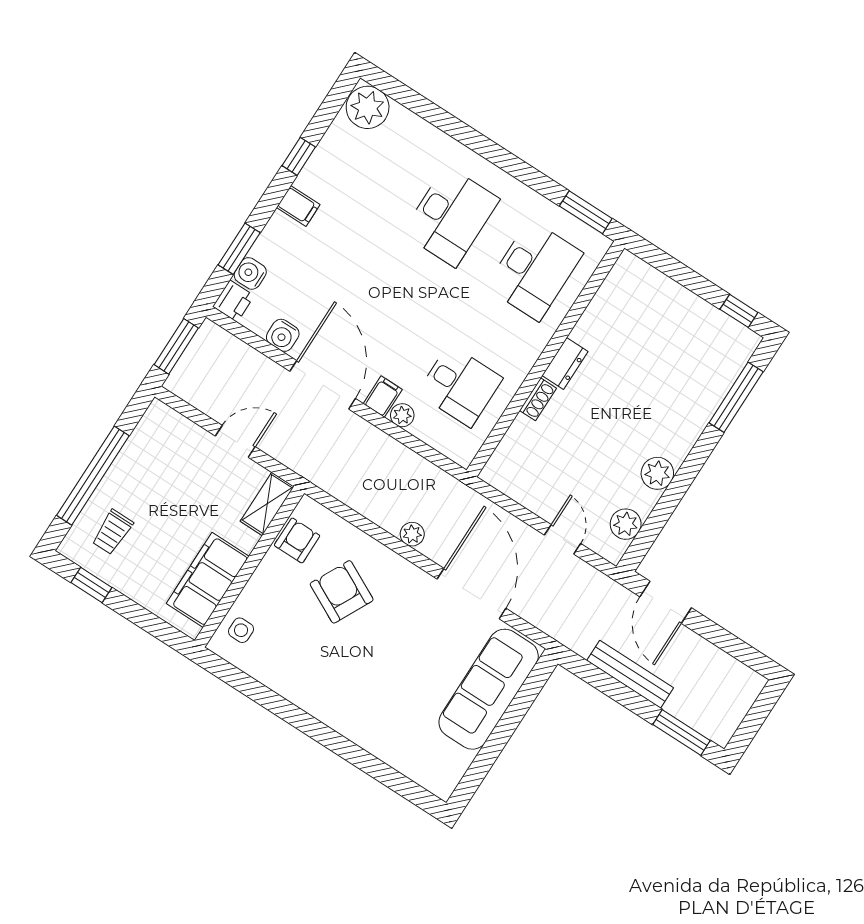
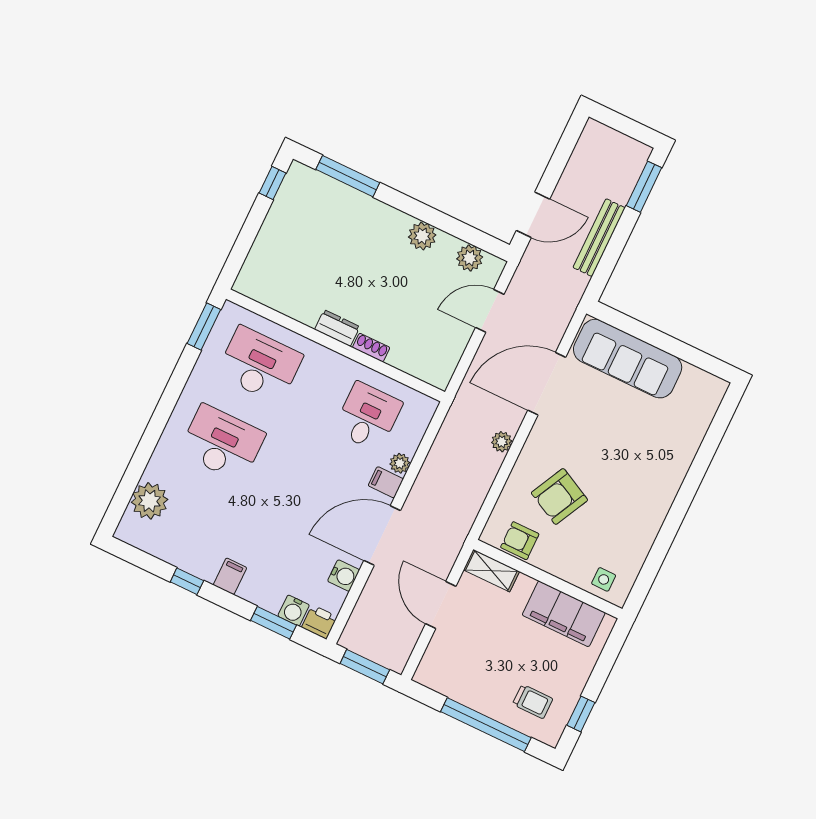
plant: (368, 107) -> (150, 501), moved
door: (235, 441) -> (441, 605), width x1.38
door: (563, 539) -> (490, 311), width x1.38

